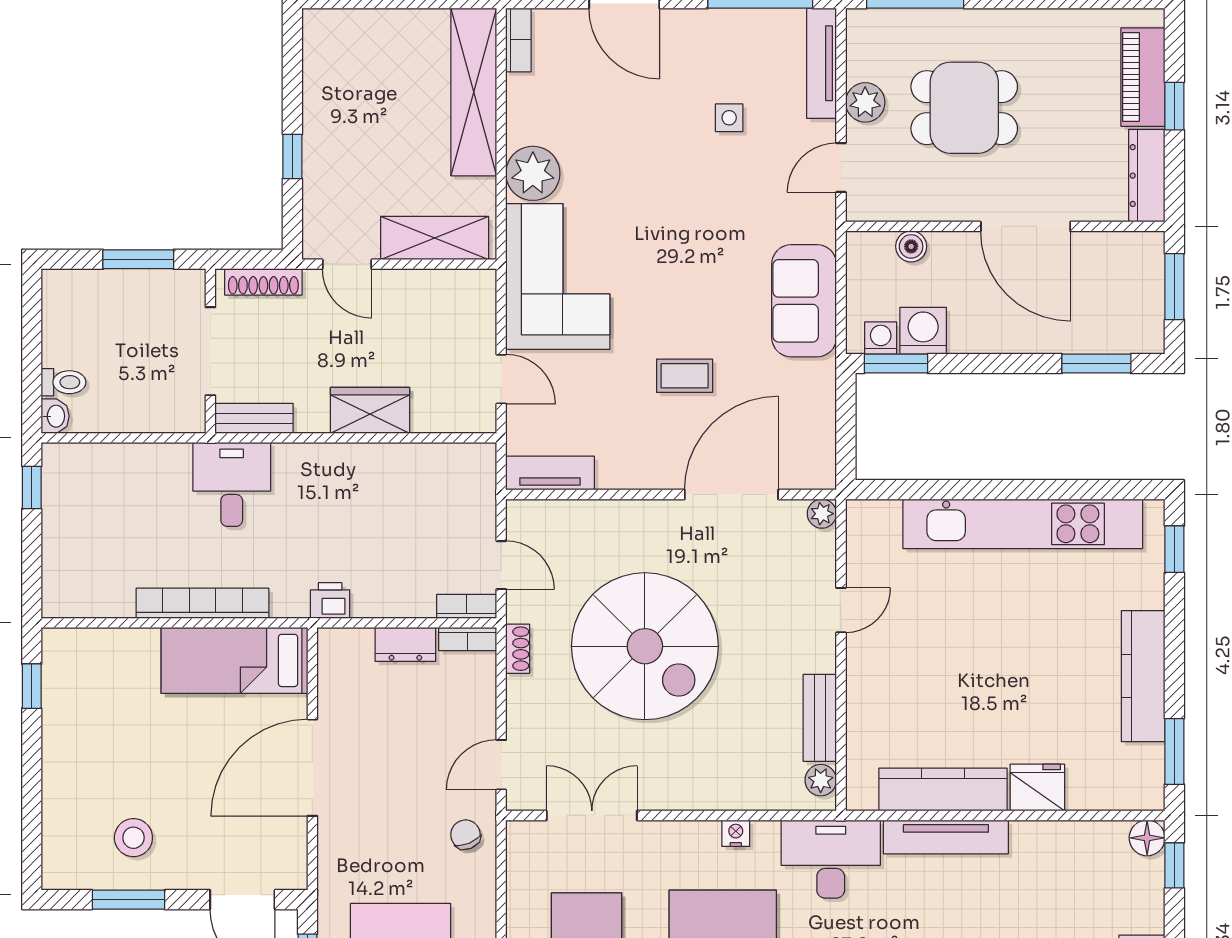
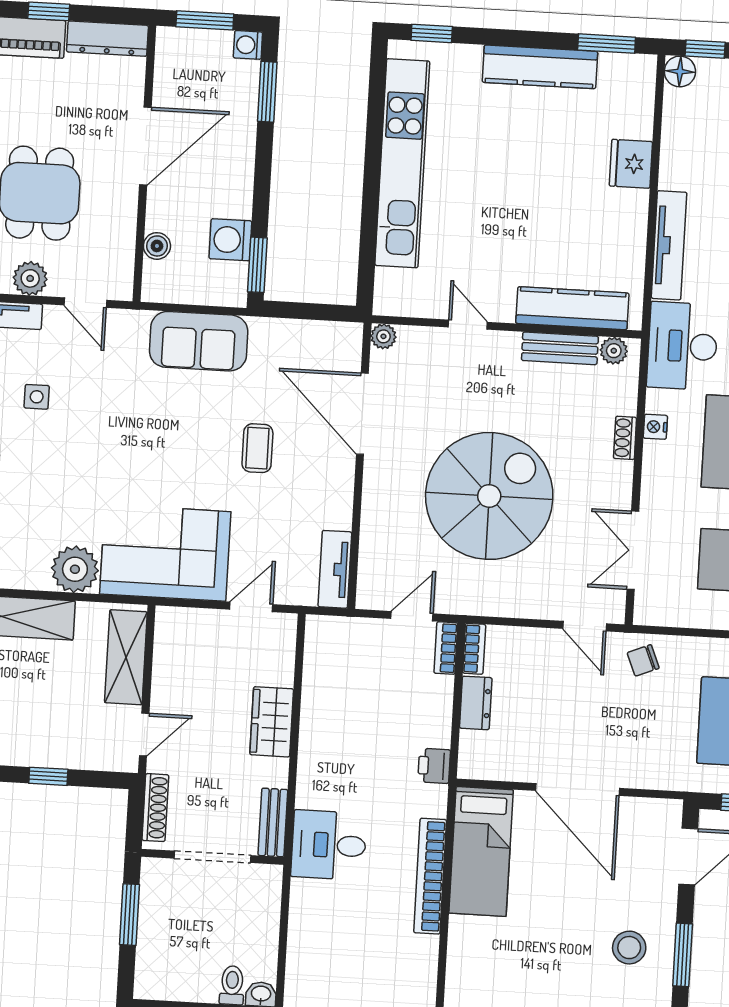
washing machine: (881, 338) -> (248, 45), moved
shoe rack: (518, 649) -> (625, 438), moved, turned -90
kitchen counter: (943, 790) -> (572, 308), moved, turned 90

